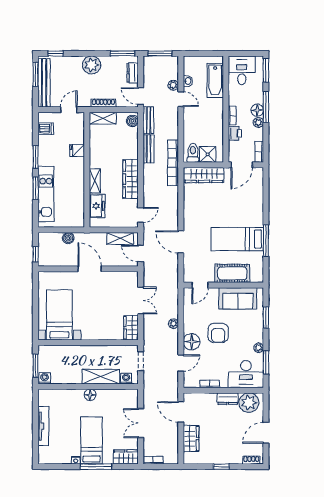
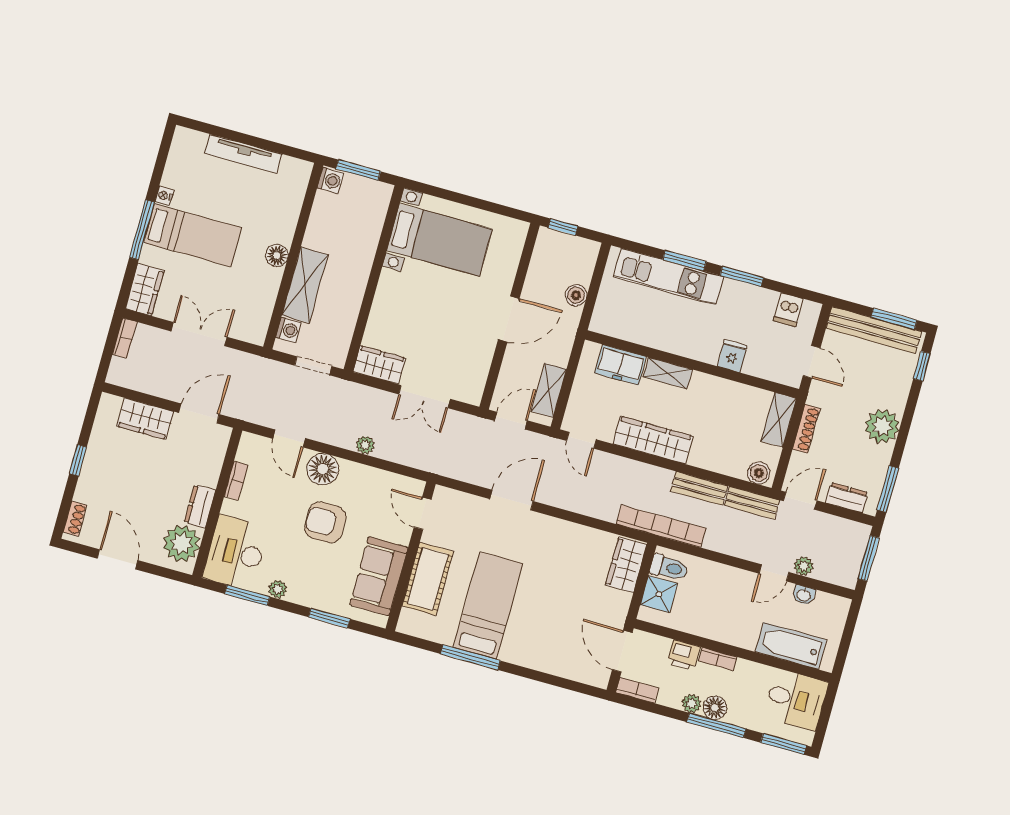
wardrobe: (204, 175) -> (626, 565), width x0.67

